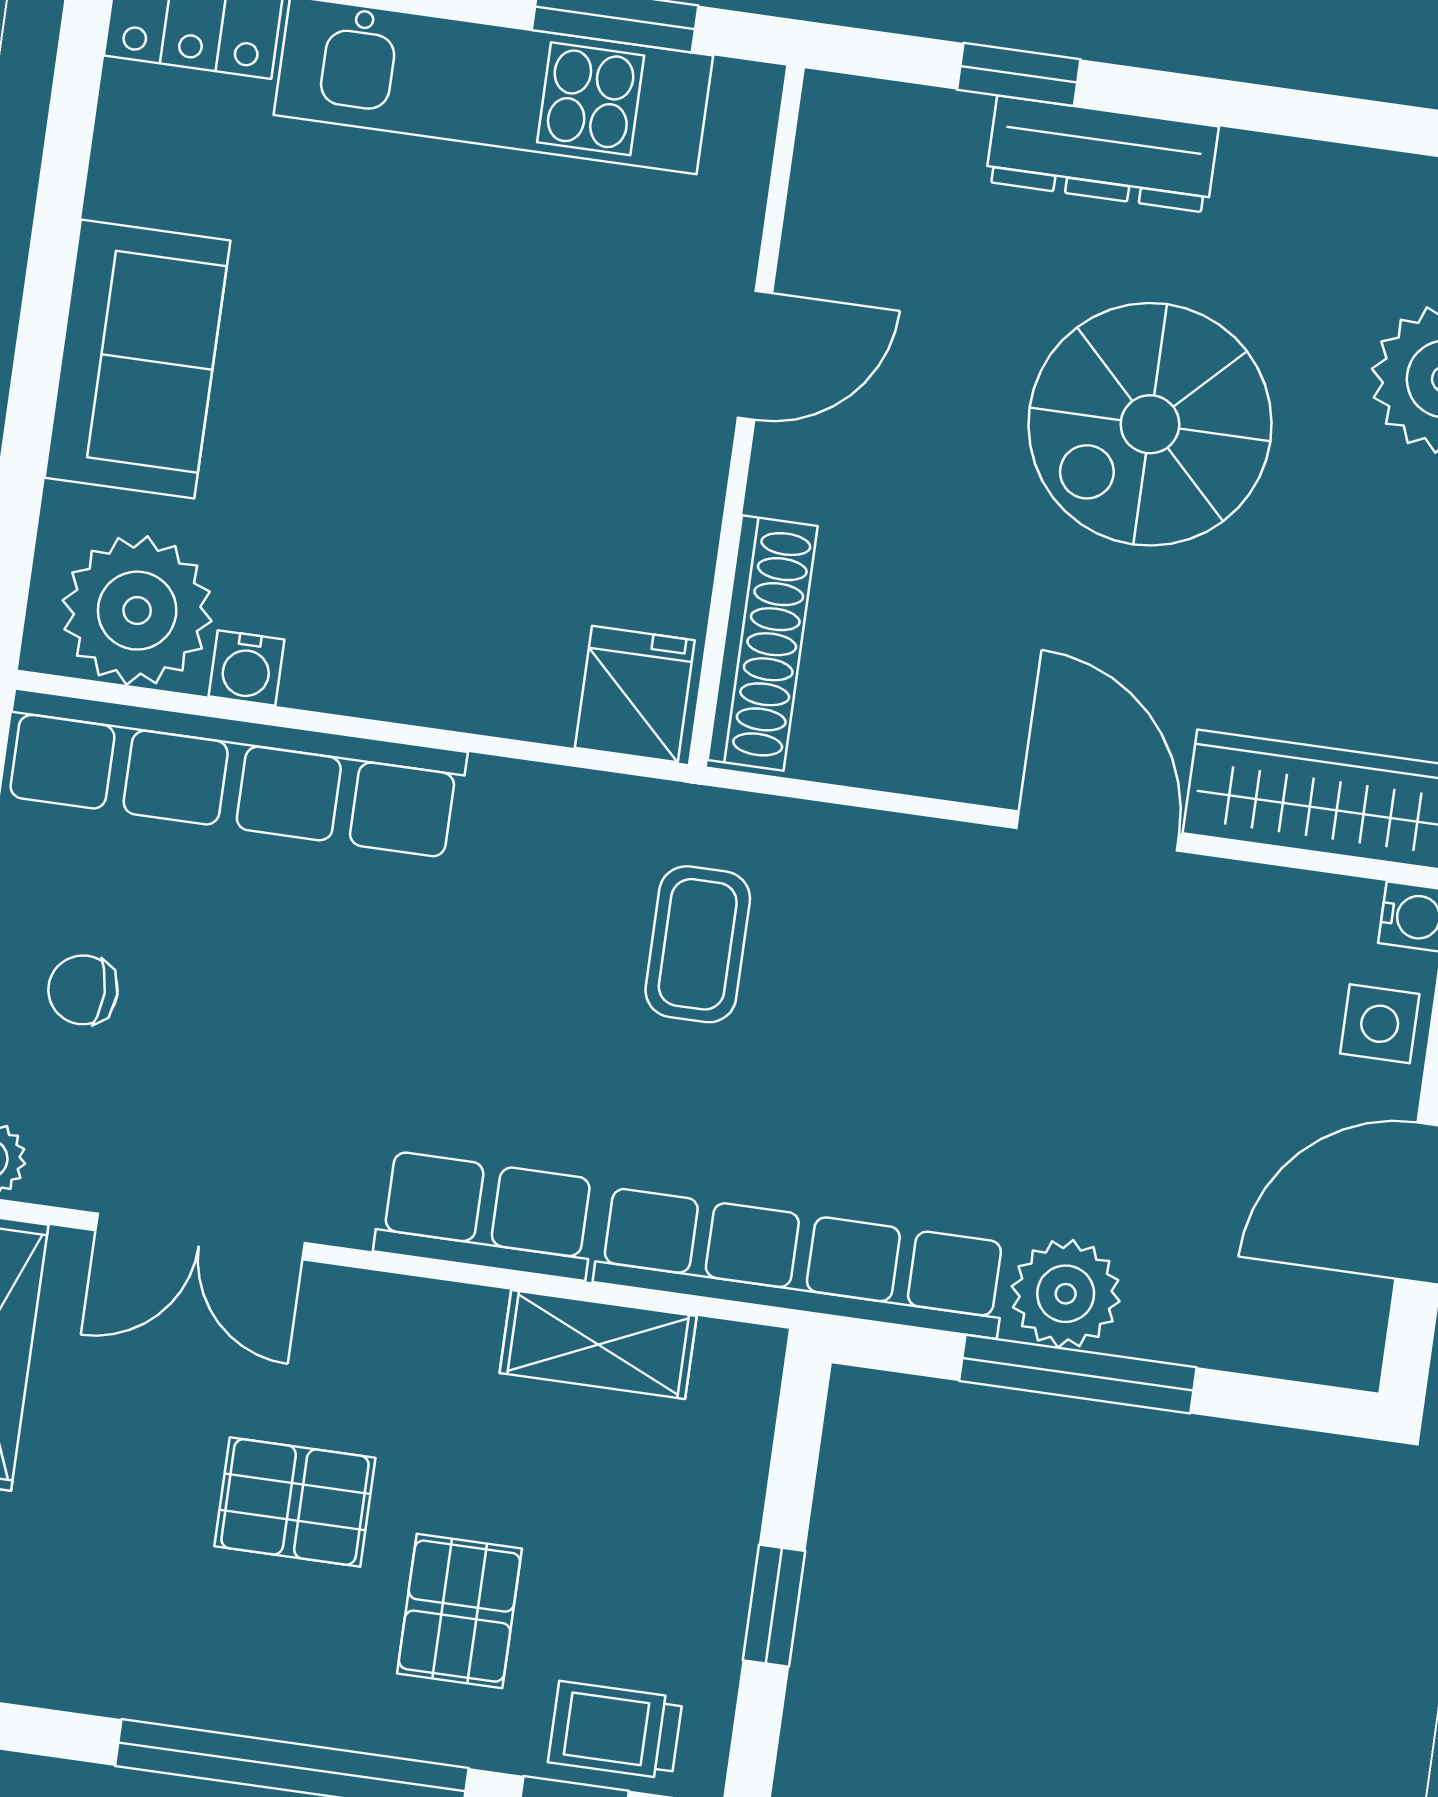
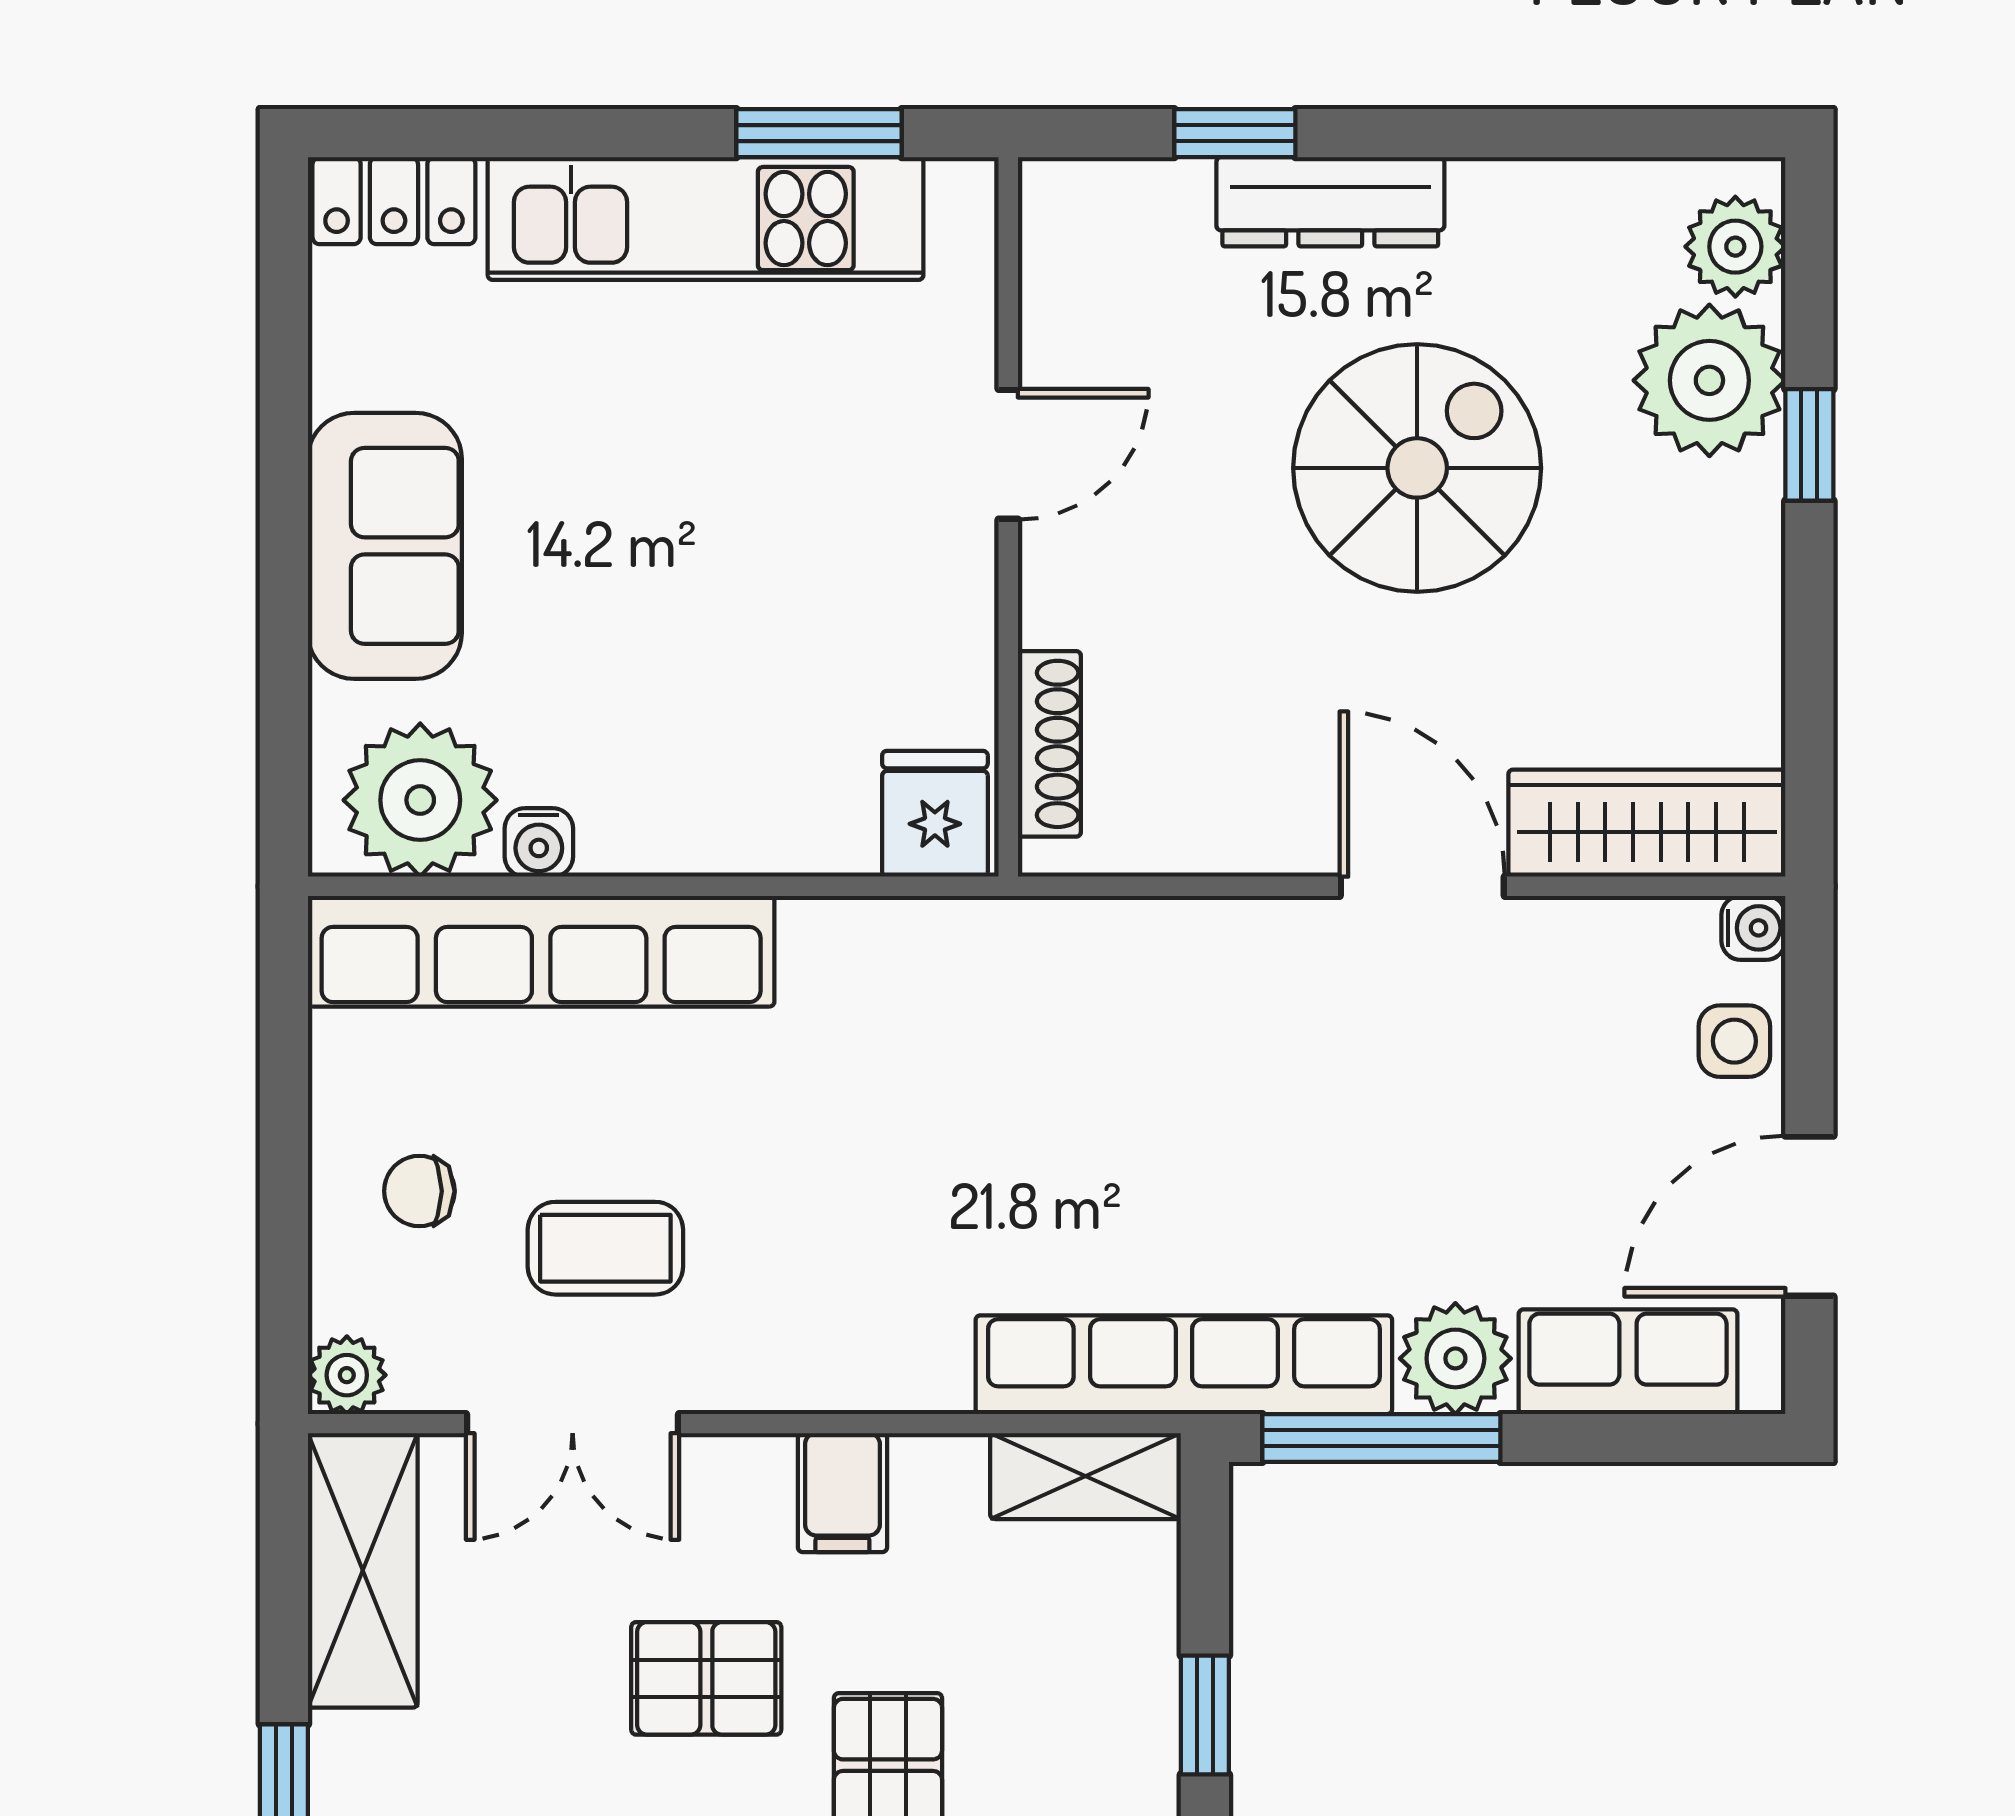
spiral stairs: (1150, 424) -> (1417, 468), turned 180
shoe rack: (763, 643) -> (1049, 744), width x0.74, depth x0.81
coffee table: (698, 944) -> (605, 1248), moved, turned 90
row of seats: (486, 1215) -> (1628, 1362), moved
filing cabinet: (452, 1340) -> (842, 1493), added
shelving: (598, 1344) -> (1086, 1476), moved
window: (1078, 1374) -> (1381, 1438), moved

